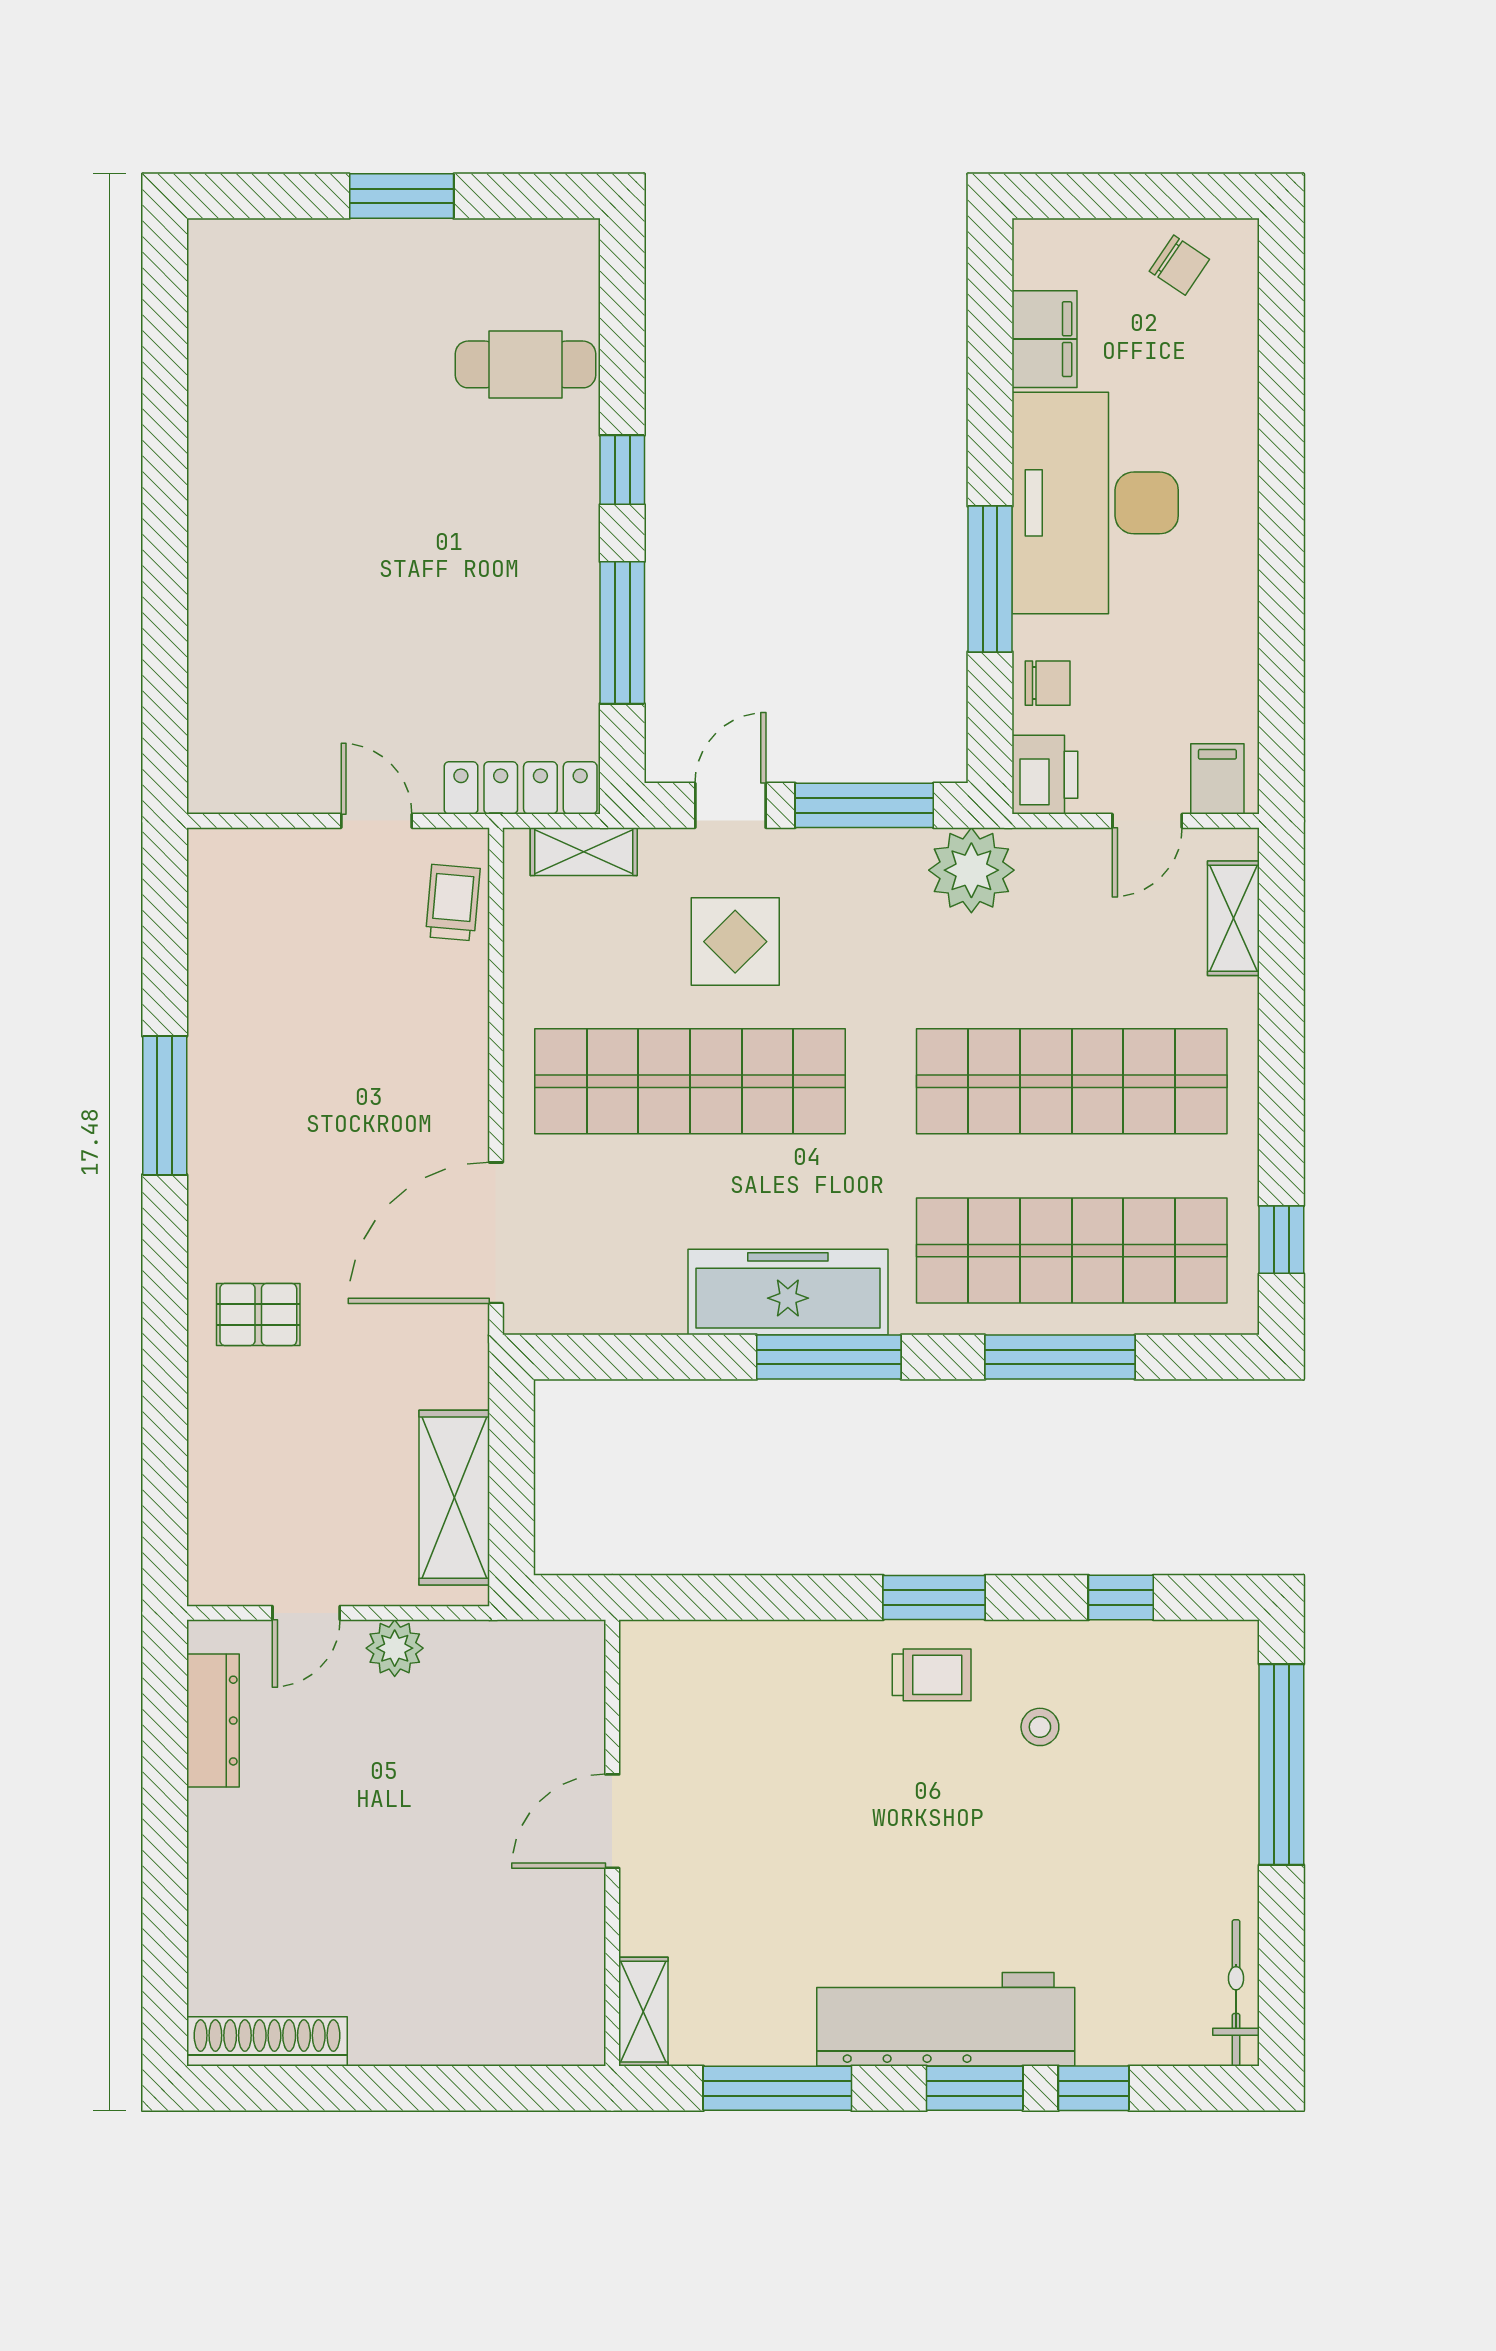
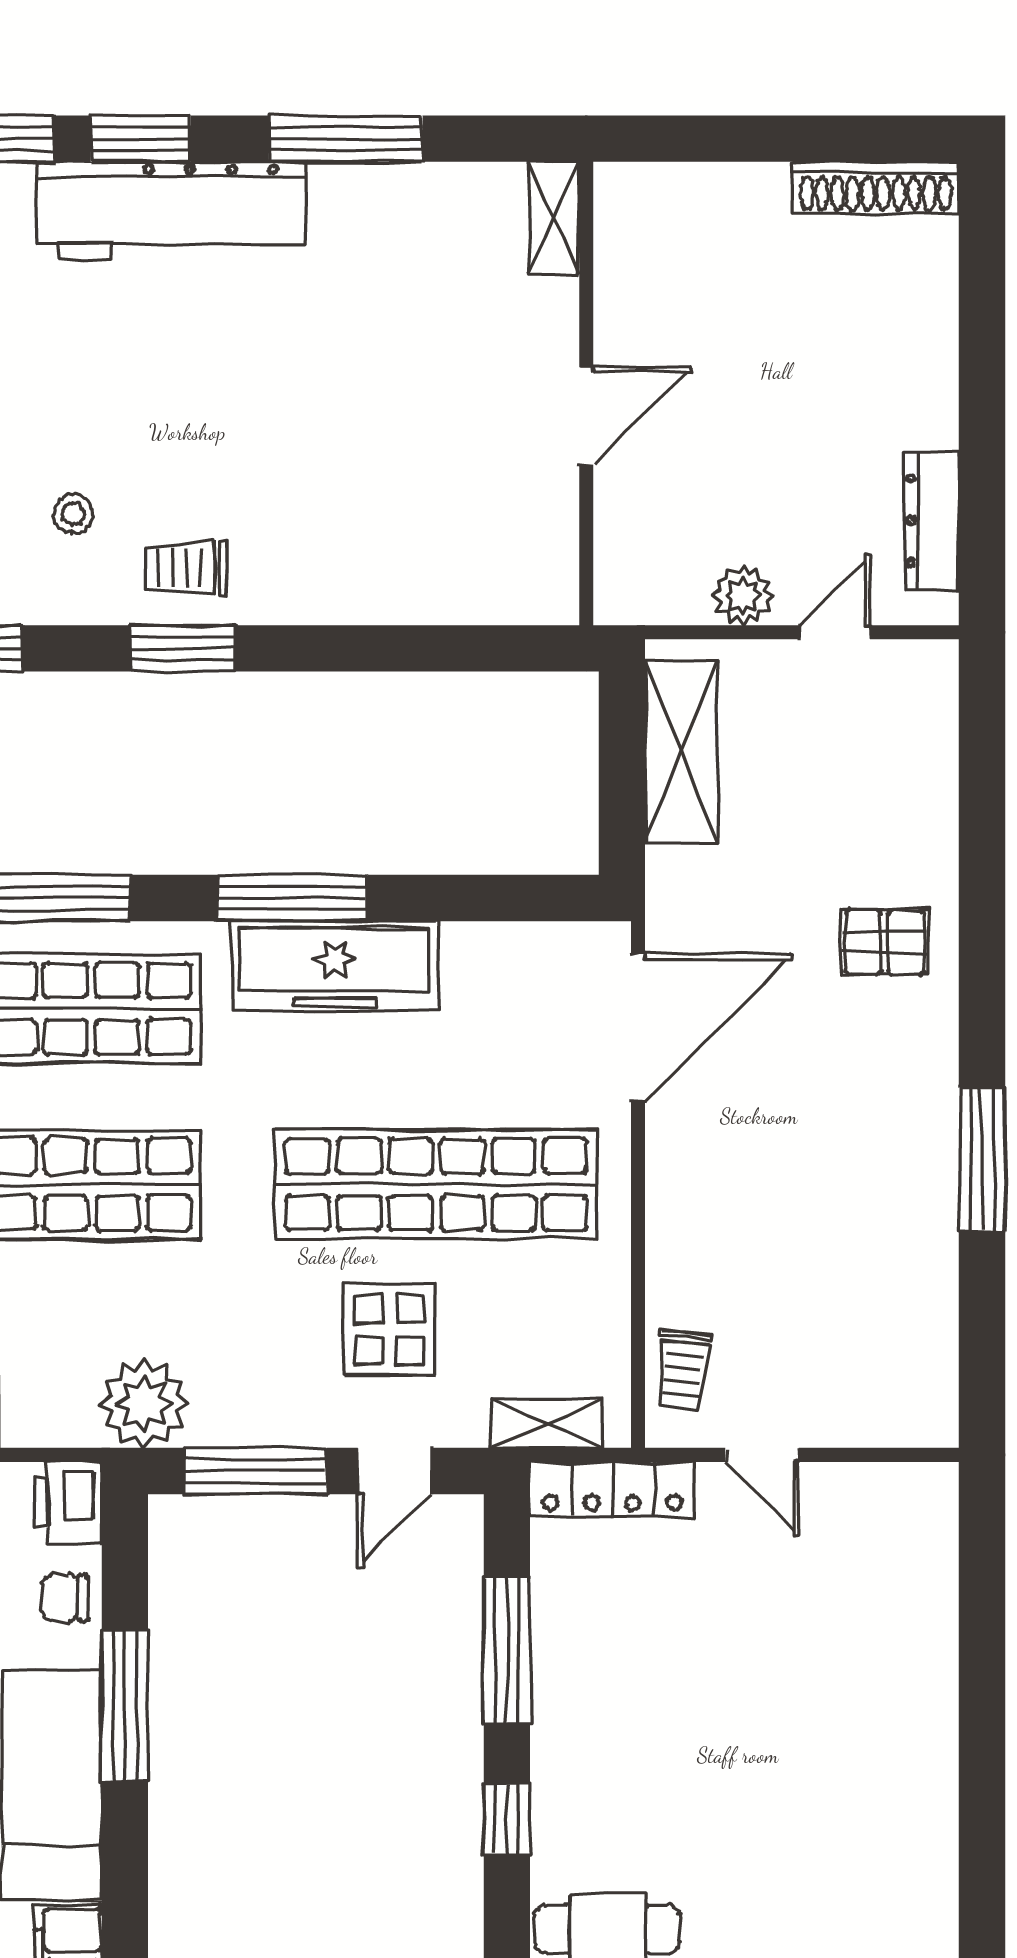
door: (612, 1821) -> (586, 416), moved
wall: (612, 1843) -> (586, 393), moved
shelving: (643, 2012) -> (554, 218), moved

